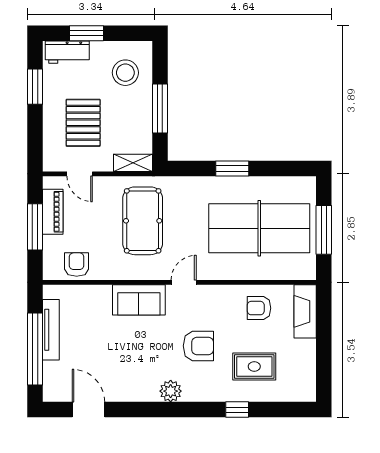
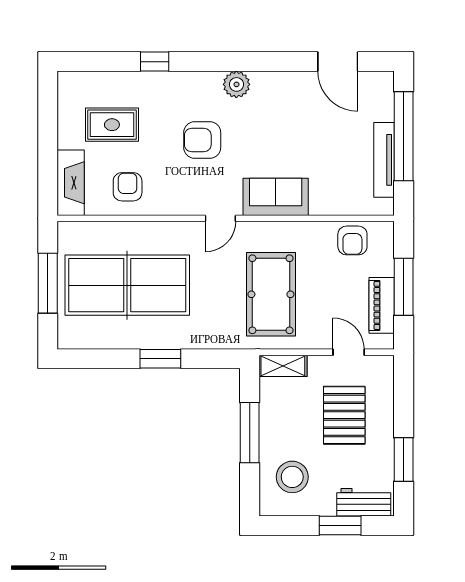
armchair: (259, 308) -> (128, 187), turned -90
rug: (254, 366) -> (112, 125), moved

